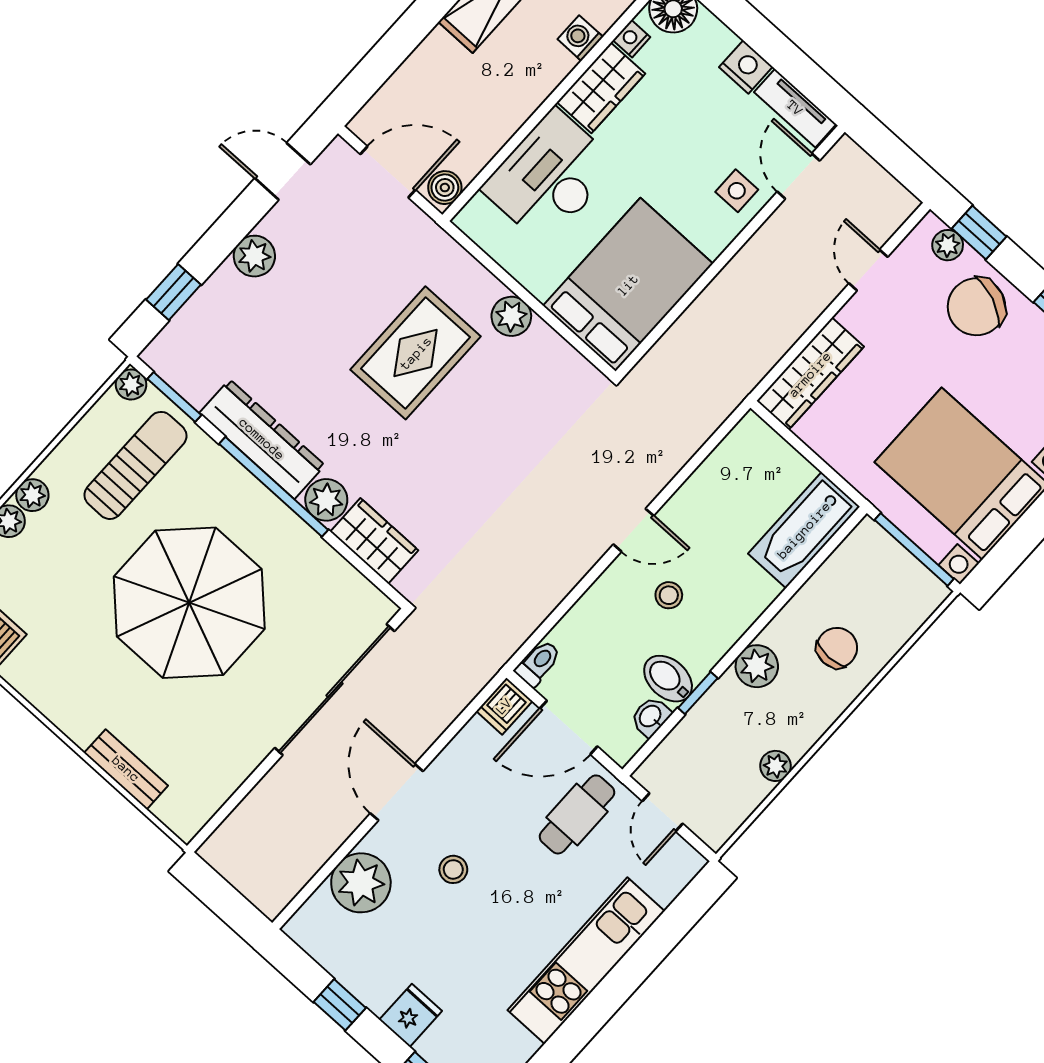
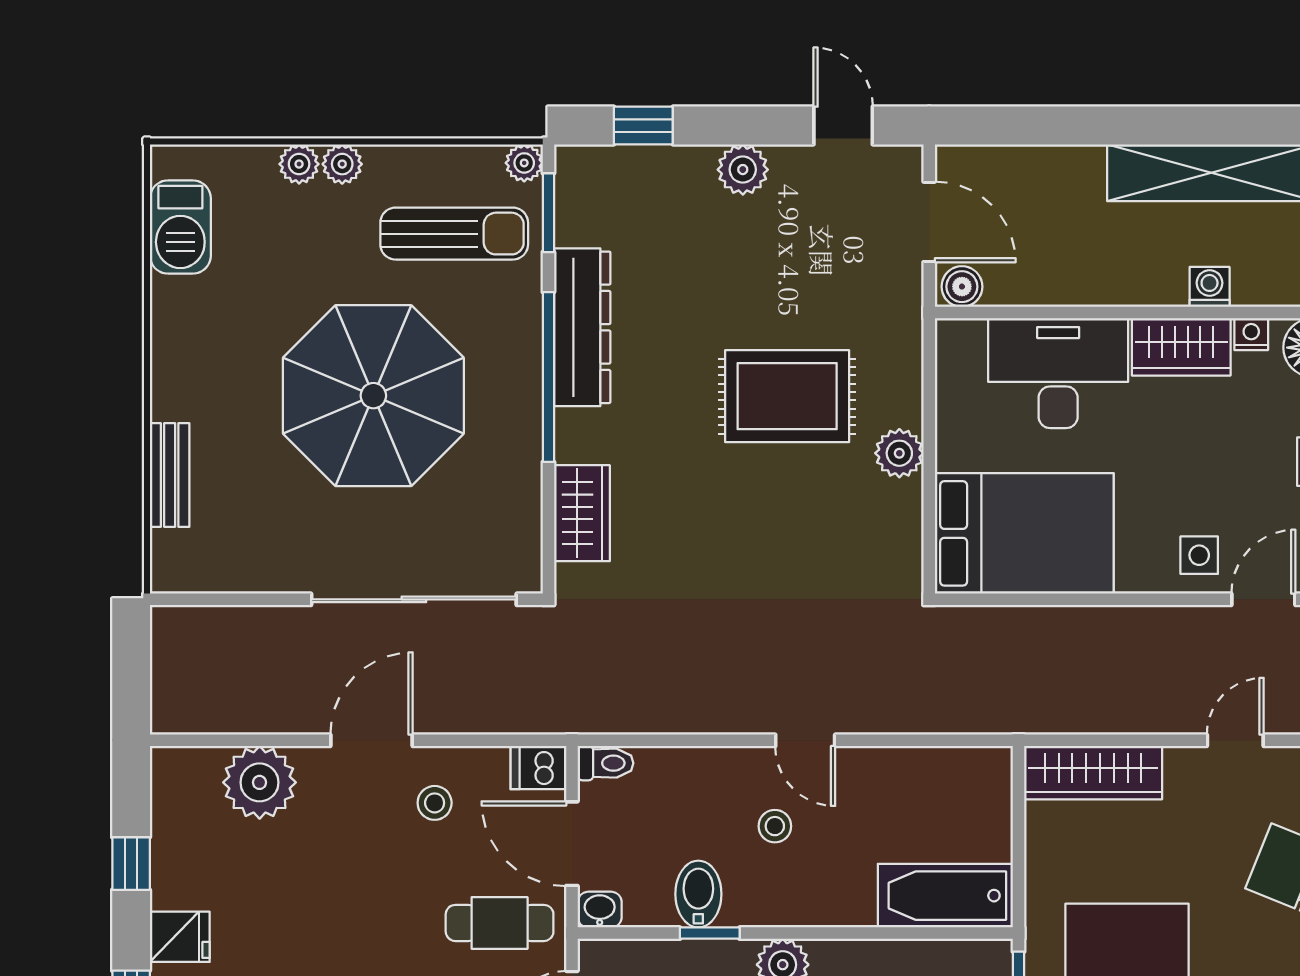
plant: (326, 500) -> (580, 436), removed
washbasin: (651, 717) -> (600, 910), moved
stool: (453, 869) -> (435, 803), moved

